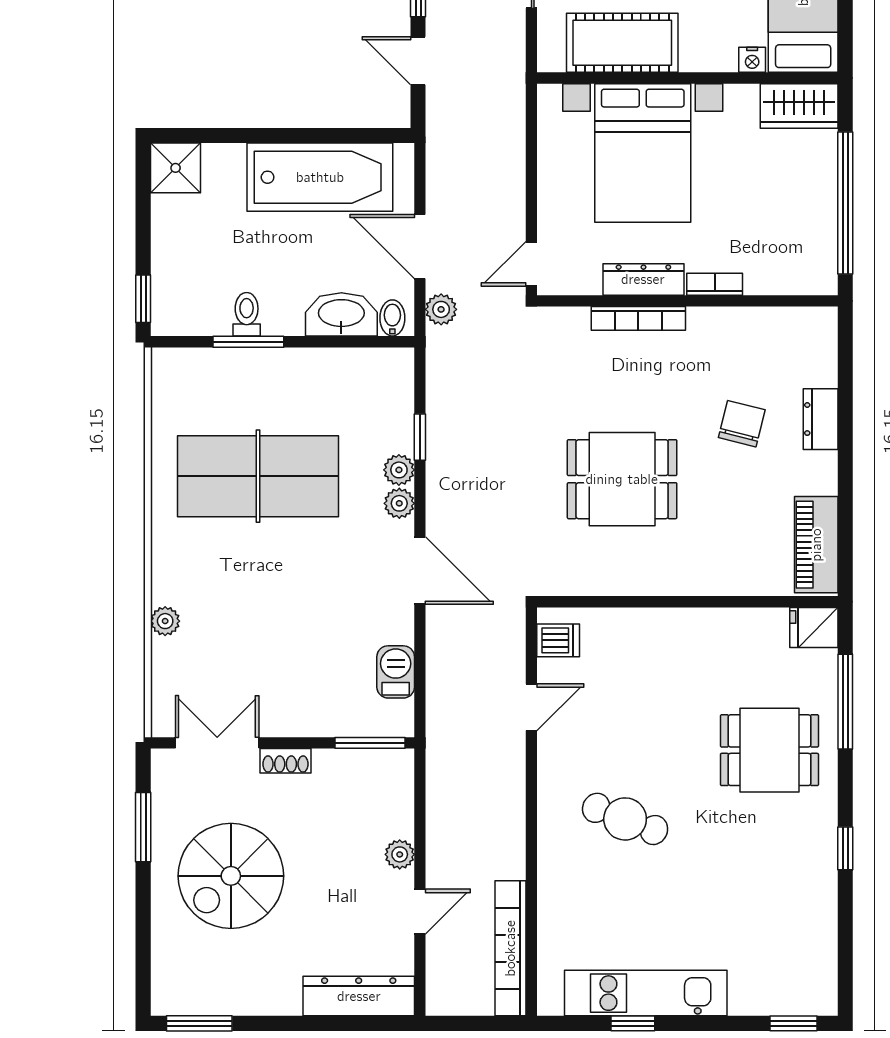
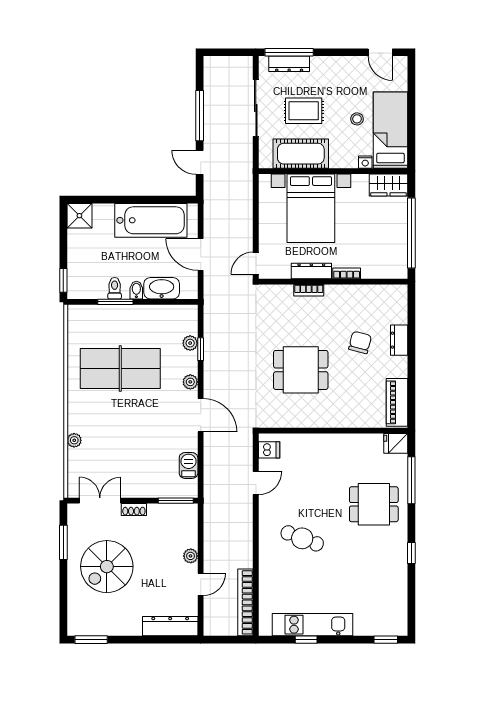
plant: (441, 309) -> (211, 286), removed
bidet: (392, 318) -> (136, 290), moved
bookcase: (638, 318) -> (309, 290), width x0.64
plant: (399, 470) -> (190, 343), moved

